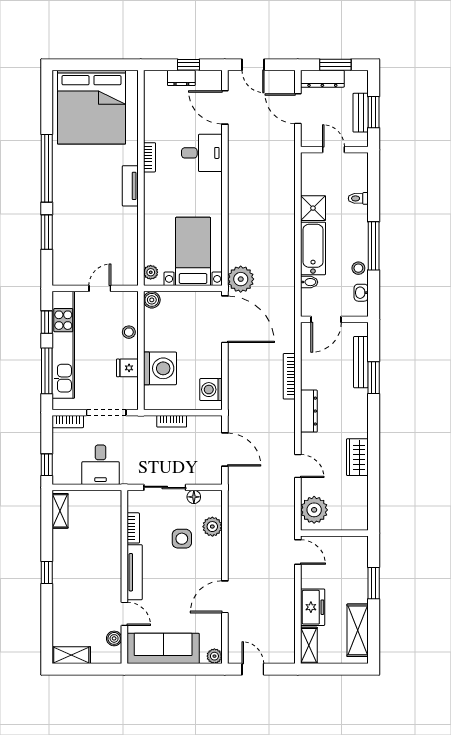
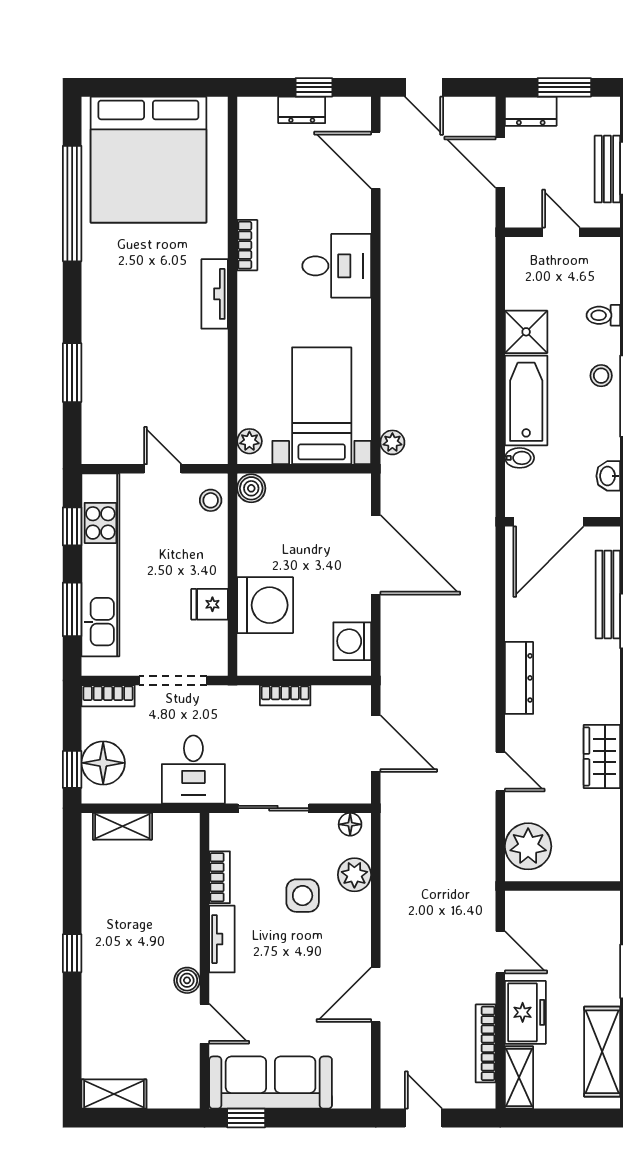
dresser: (322, 79) -> (531, 111), width x0.70
desk: (202, 153) -> (337, 266), moved
window: (47, 168) -> (72, 204), moved
stool: (358, 268) -> (601, 376), moved
plant: (241, 279) -> (392, 442), width x0.53, depth x0.53
door: (100, 288) -> (163, 469), hinge flipped
door: (225, 319) -> (376, 555), moved
door: (326, 319) -> (549, 522), width x1.36
stool: (129, 332) -> (211, 500), moved
window: (47, 371) -> (72, 609), width x0.69
bookcase: (289, 376) -> (486, 1043), moved
floor lamp: (65, 461) -> (103, 763), added
desk: (101, 465) -> (193, 769), moved
floor lamp: (194, 497) -> (350, 824), moved
shelving: (60, 511) -> (122, 826), moved, turned 90
door: (298, 552) -> (500, 952), moved
tv unit: (135, 572) -> (222, 939), width x0.71
boiler: (114, 638) -> (187, 980), moved
plant: (214, 656) -> (358, 1096), removed
window: (149, 669) -> (246, 1118), added

